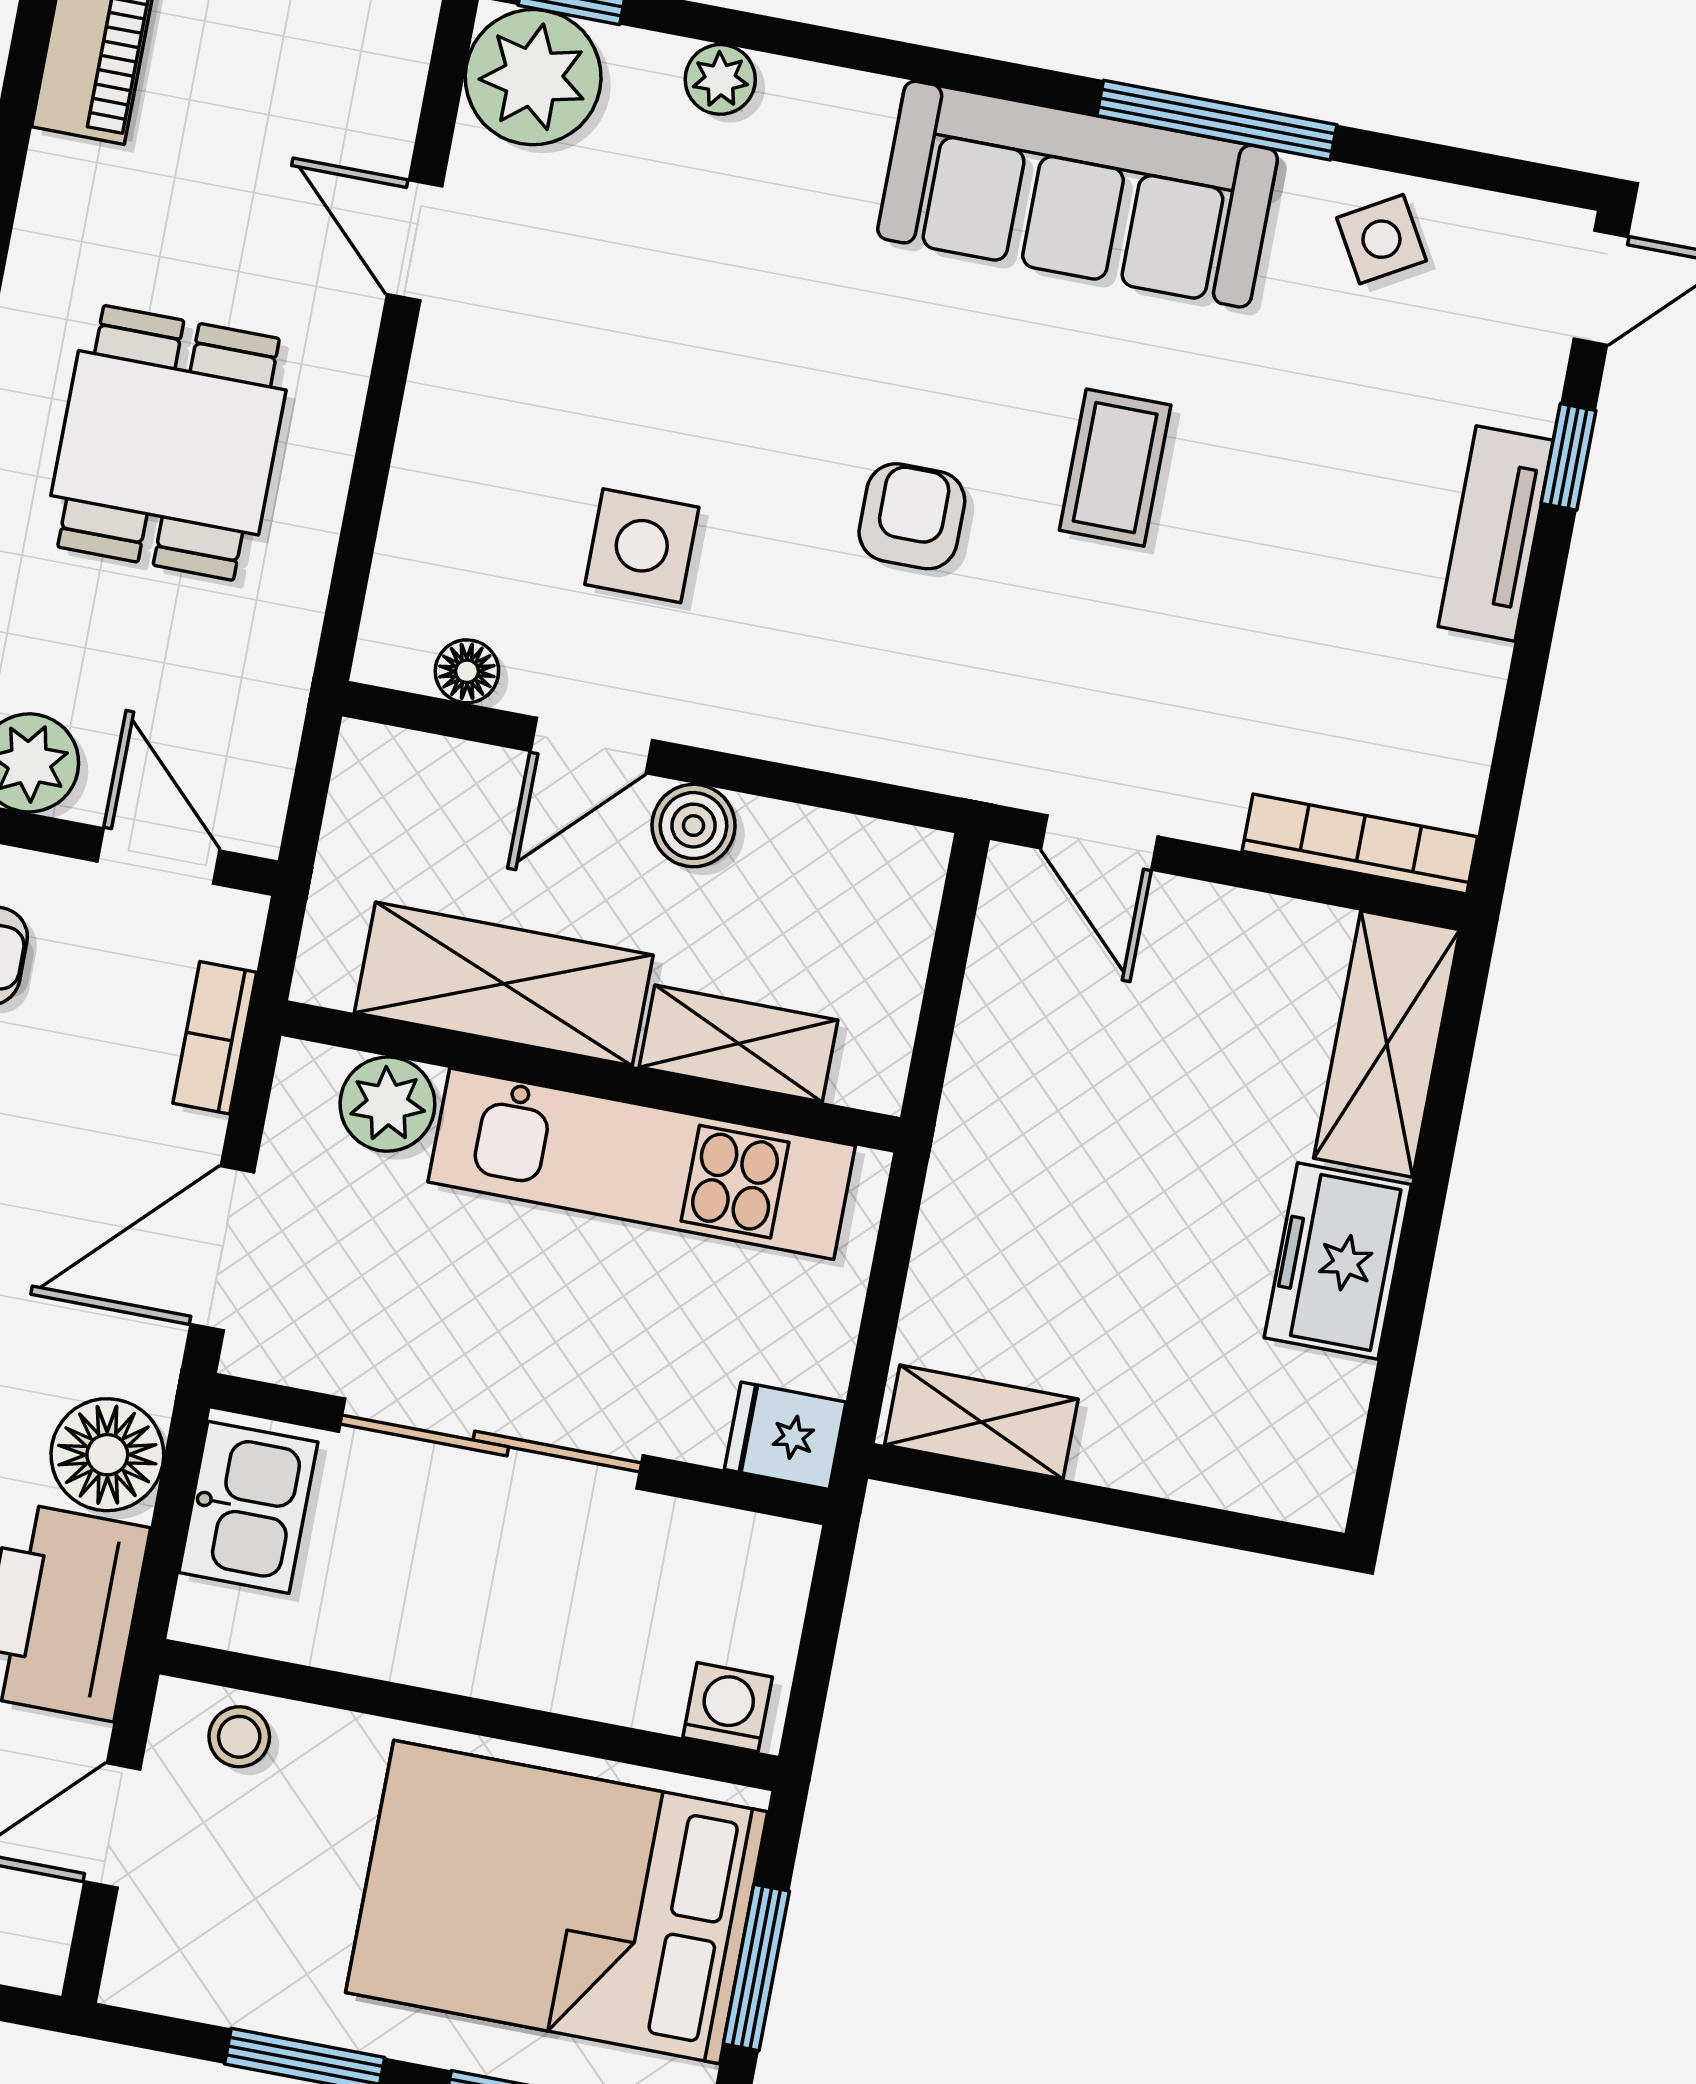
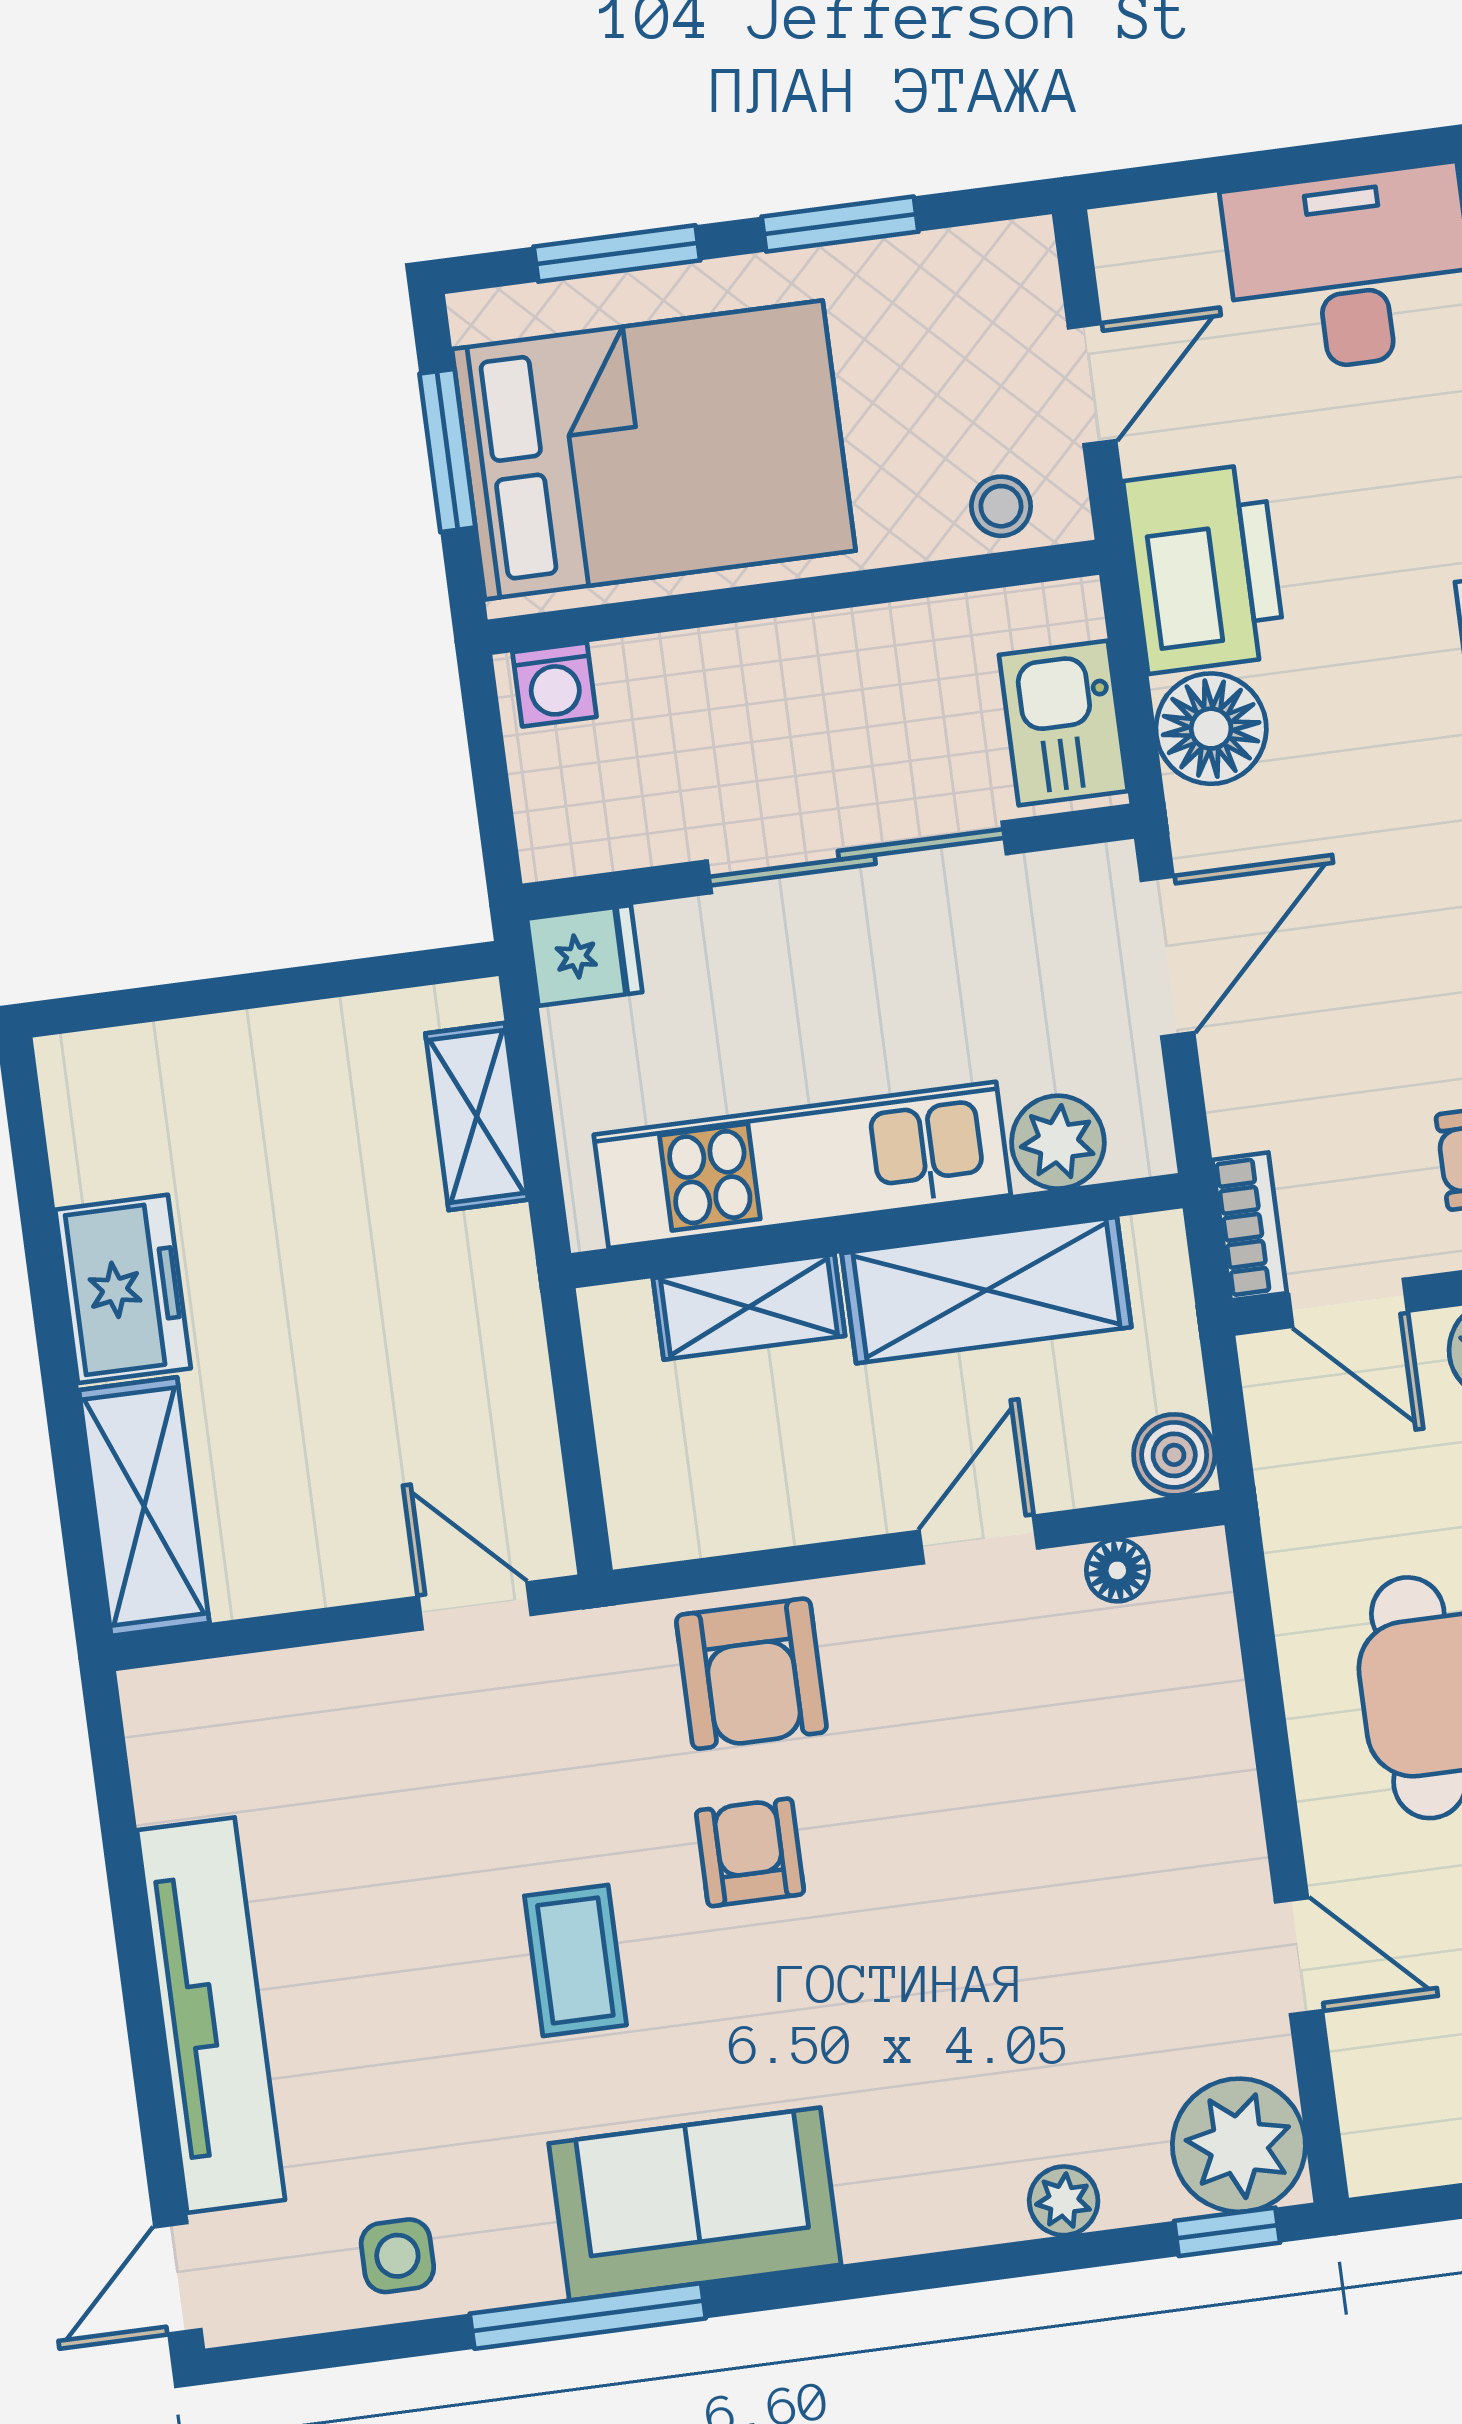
sofa: (1078, 194) -> (695, 2204), width x0.73
side table: (1381, 239) -> (397, 2256), turned 30
window: (1569, 457) -> (156, 2110), removed
armchair: (912, 516) -> (750, 1852), turned 180
tv unit: (1496, 533) -> (211, 2015), width x1.92, depth x1.29
side table: (642, 546) -> (993, 1742), removed
armchair: (853, 688) -> (751, 1674), added
boiler: (694, 826) -> (1174, 1455), moved
bookcase: (1360, 844) -> (231, 1685), removed
bookcase: (215, 1038) -> (1250, 1226), moved
shelving: (981, 1422) -> (477, 1116), moved, turned 90

